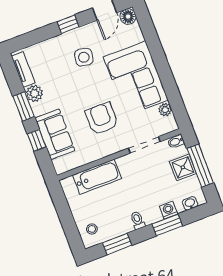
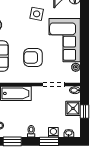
armchair: (102, 119) -> (33, 57), turned -90
window: (200, 166) -> (84, 111), width x0.46

